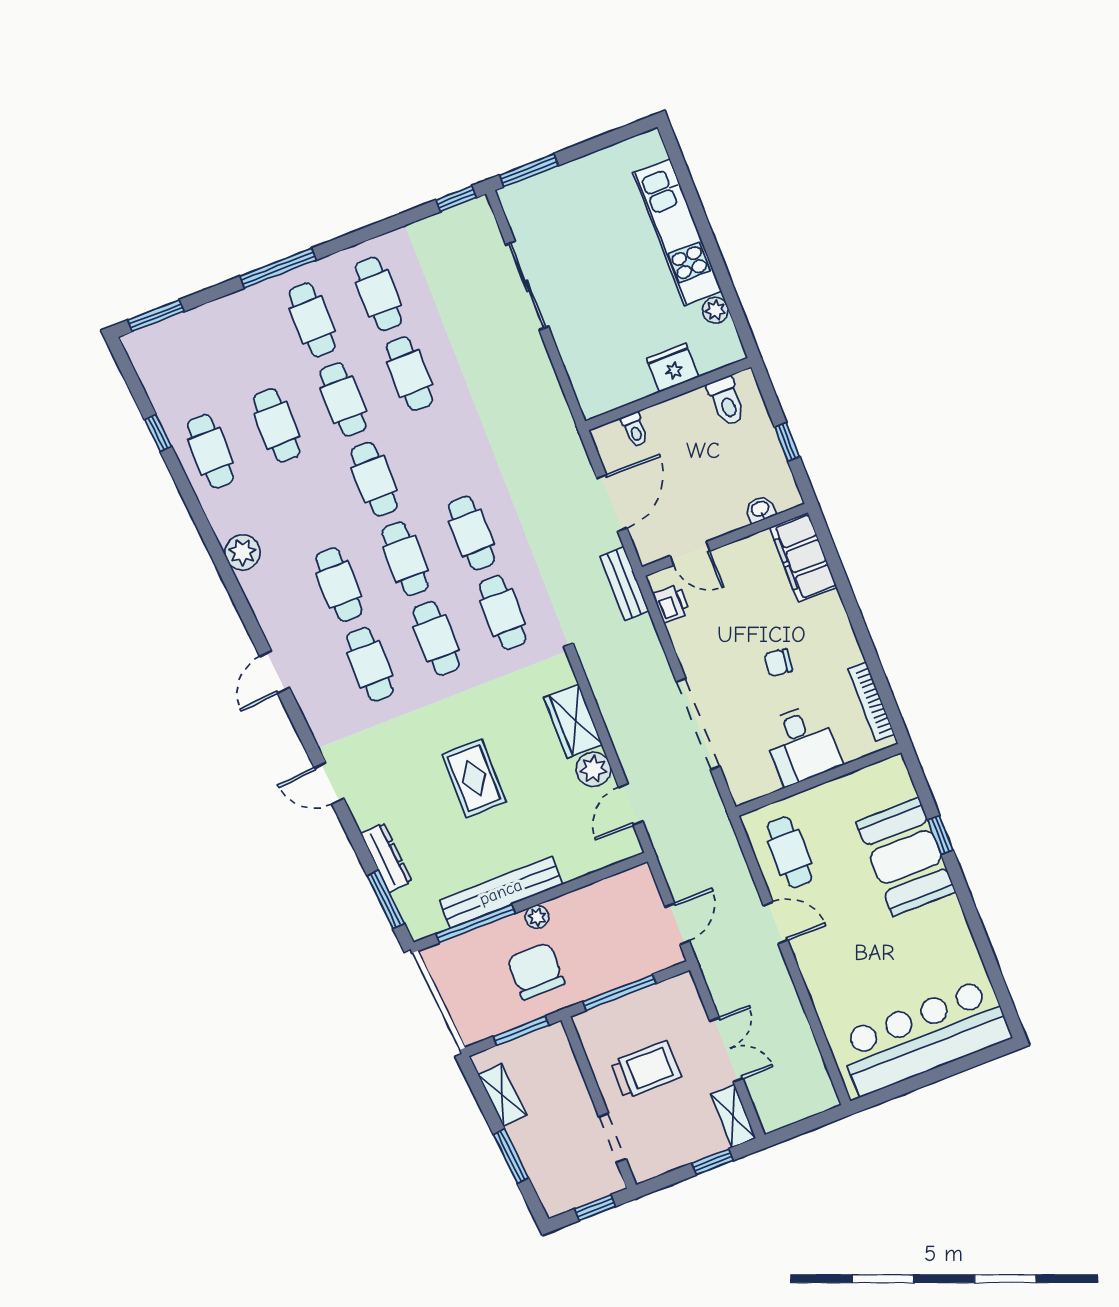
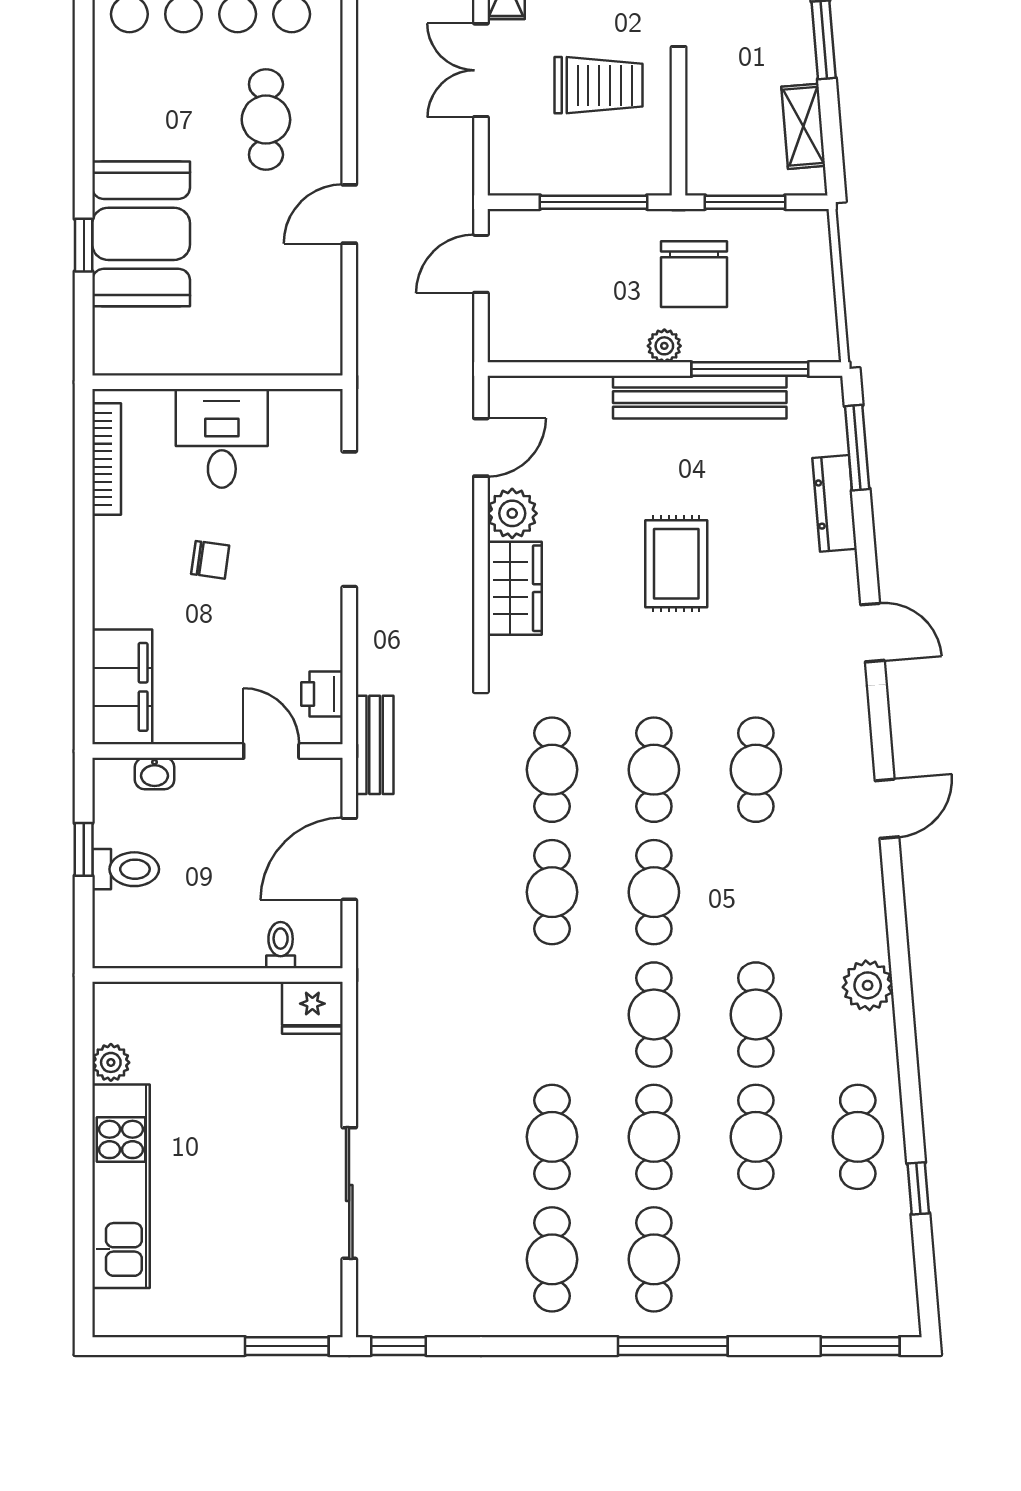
fridge: (673, 368) -> (312, 1008), moved
toilet: (726, 401) -> (126, 869), moved, turned 90
cafe table: (339, 585) -> (756, 1015), moved
cafe table: (790, 852) -> (266, 120), moved
door: (775, 923) -> (349, 214), hinge flipped
trolley: (646, 1070) -> (598, 85), turned 180

